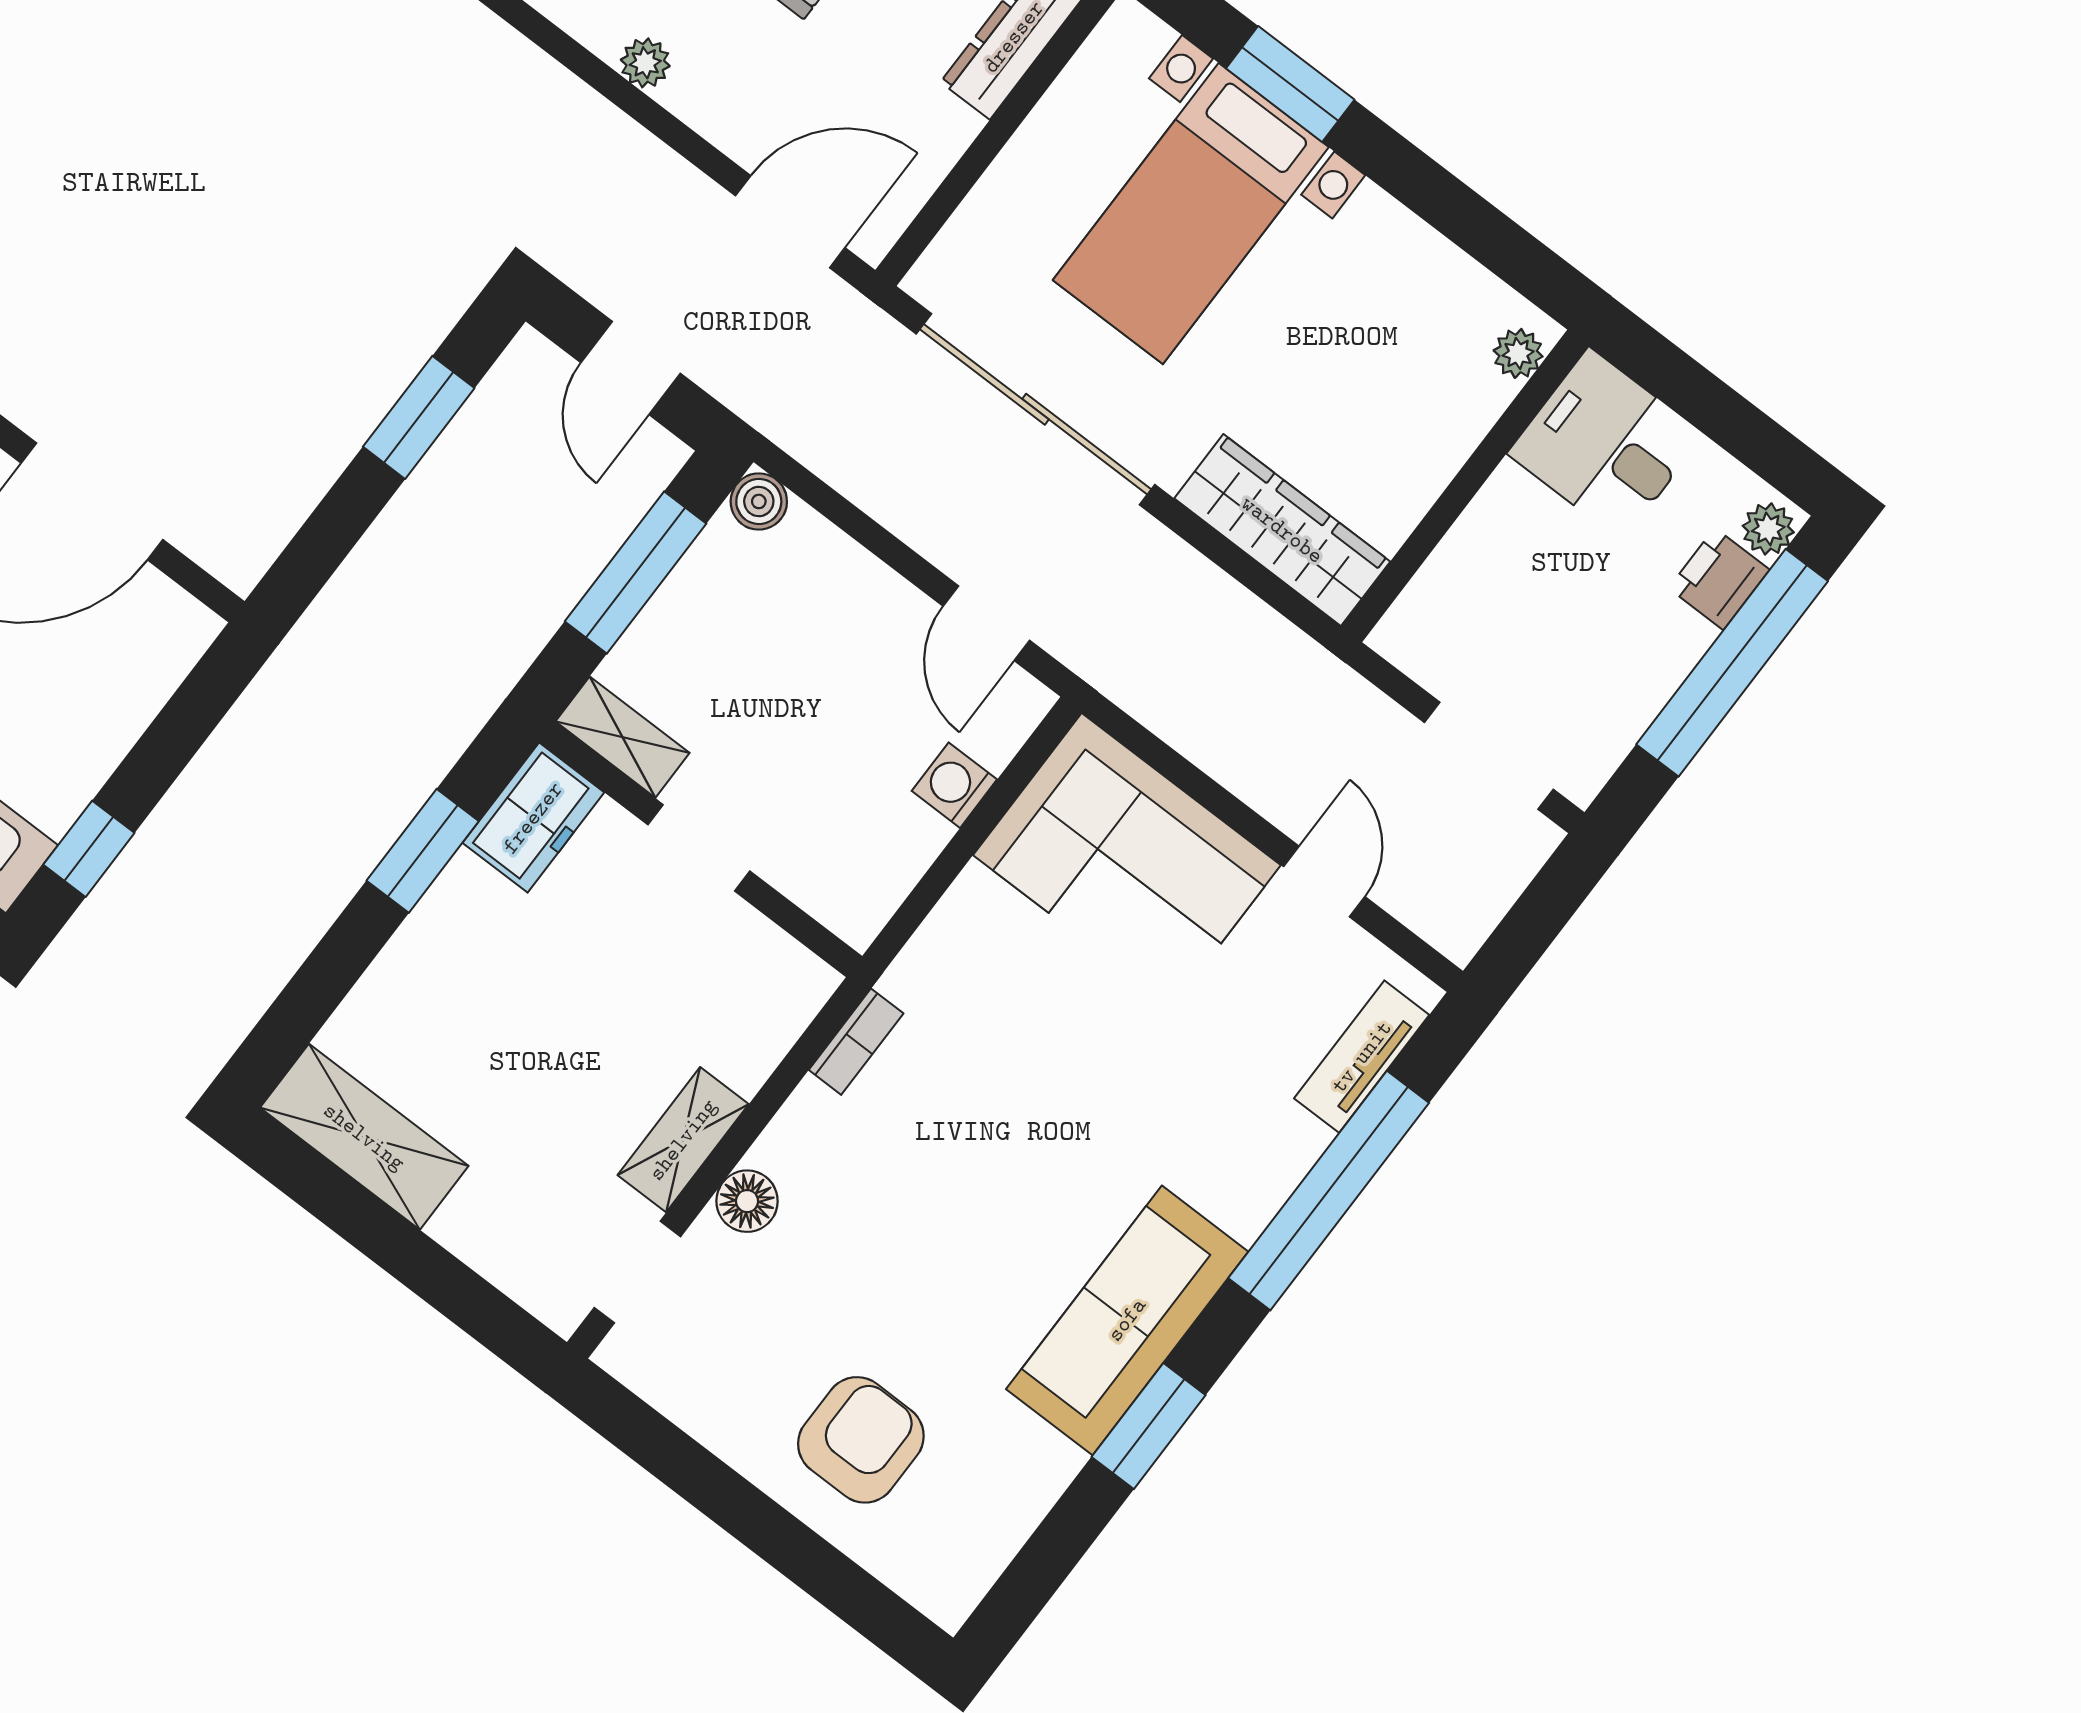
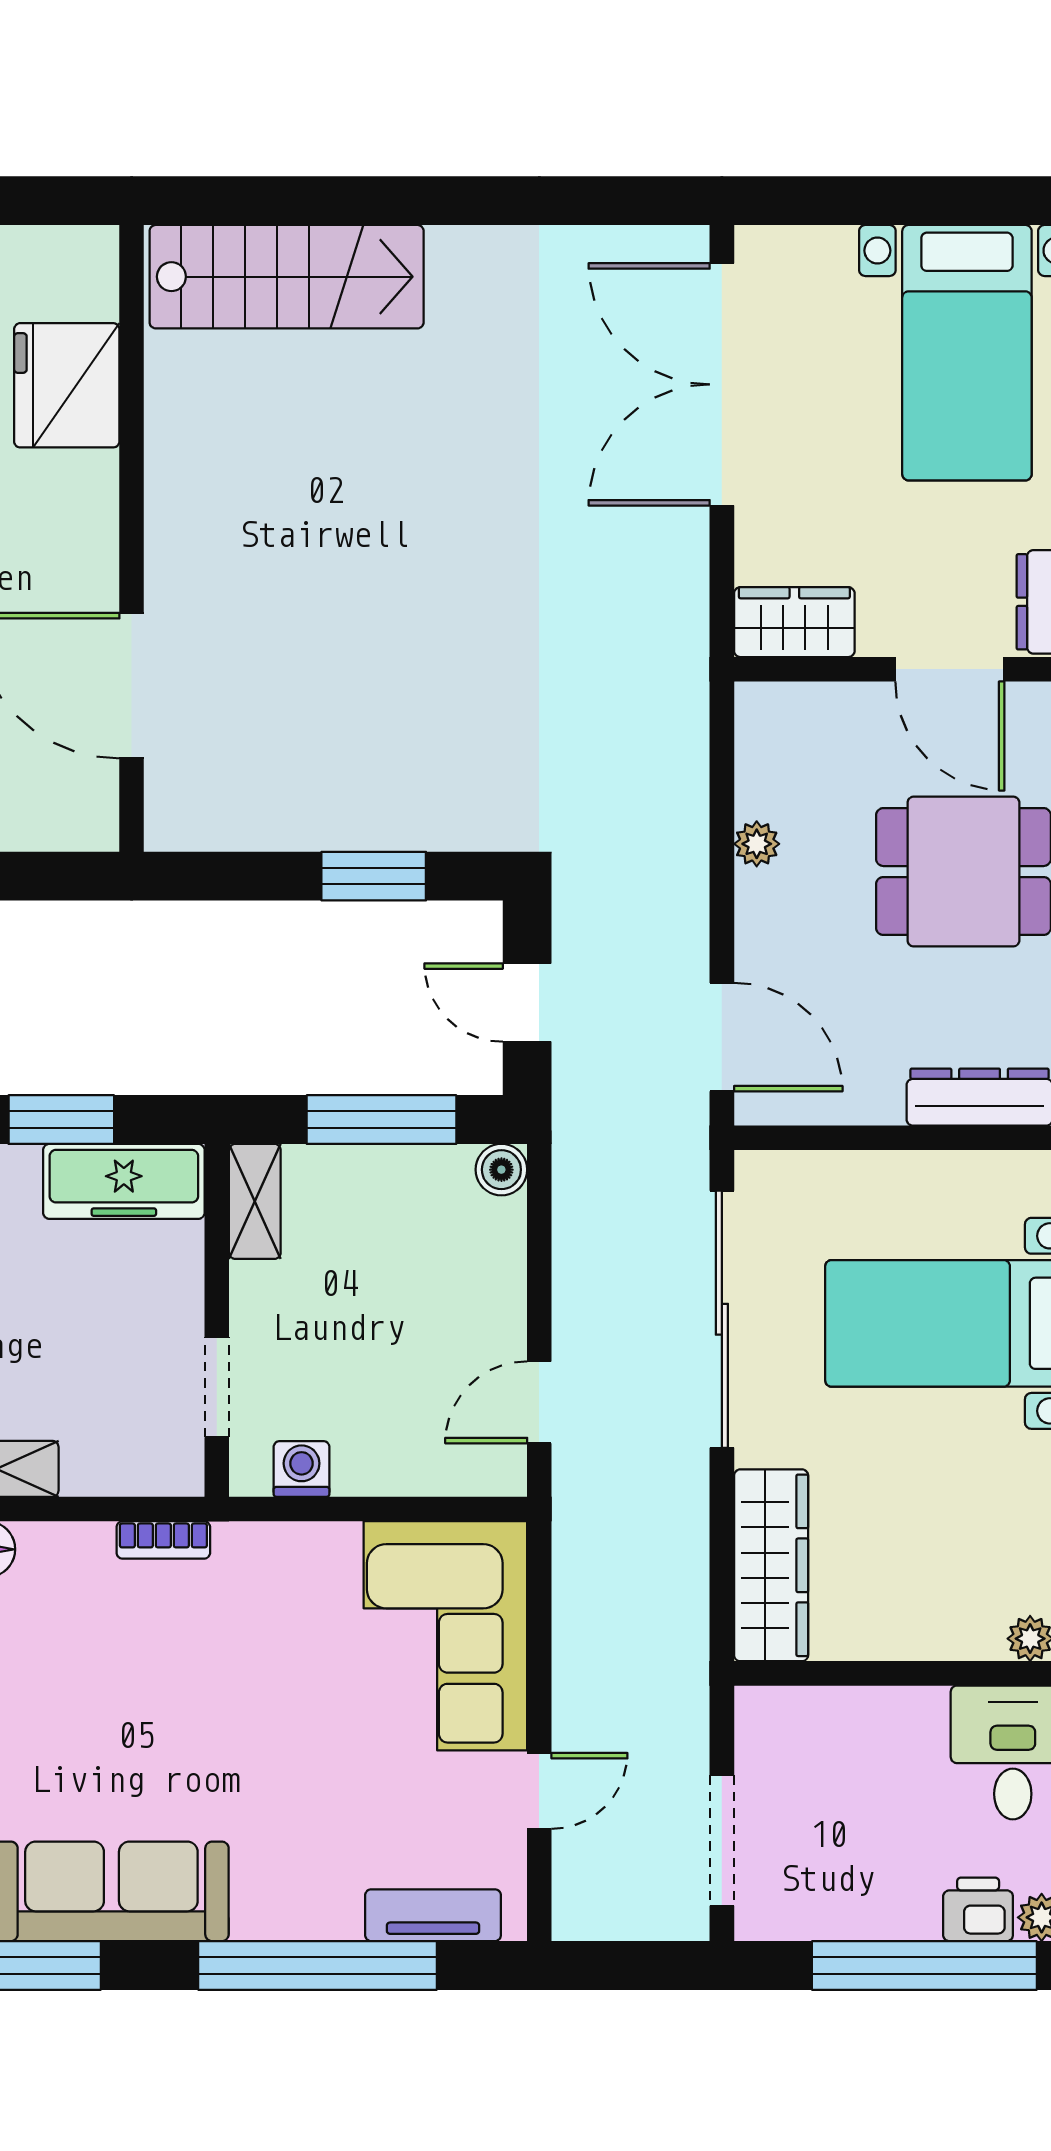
door: (631, 368) -> (527, 1003), hinge flipped
washing machine: (954, 785) -> (302, 1469), moved
freezer: (533, 818) -> (124, 1181), width x1.40
doorway: (699, 848) -> (217, 1387), moved

